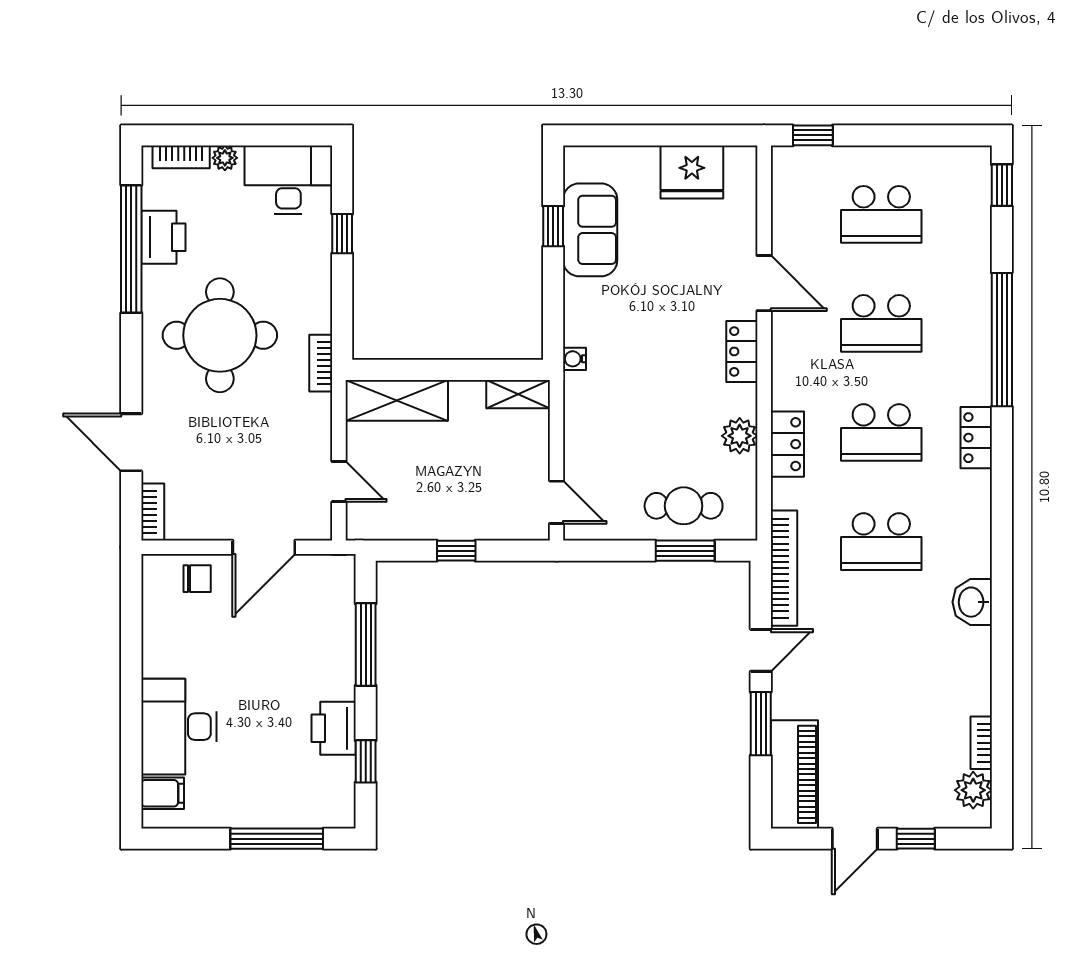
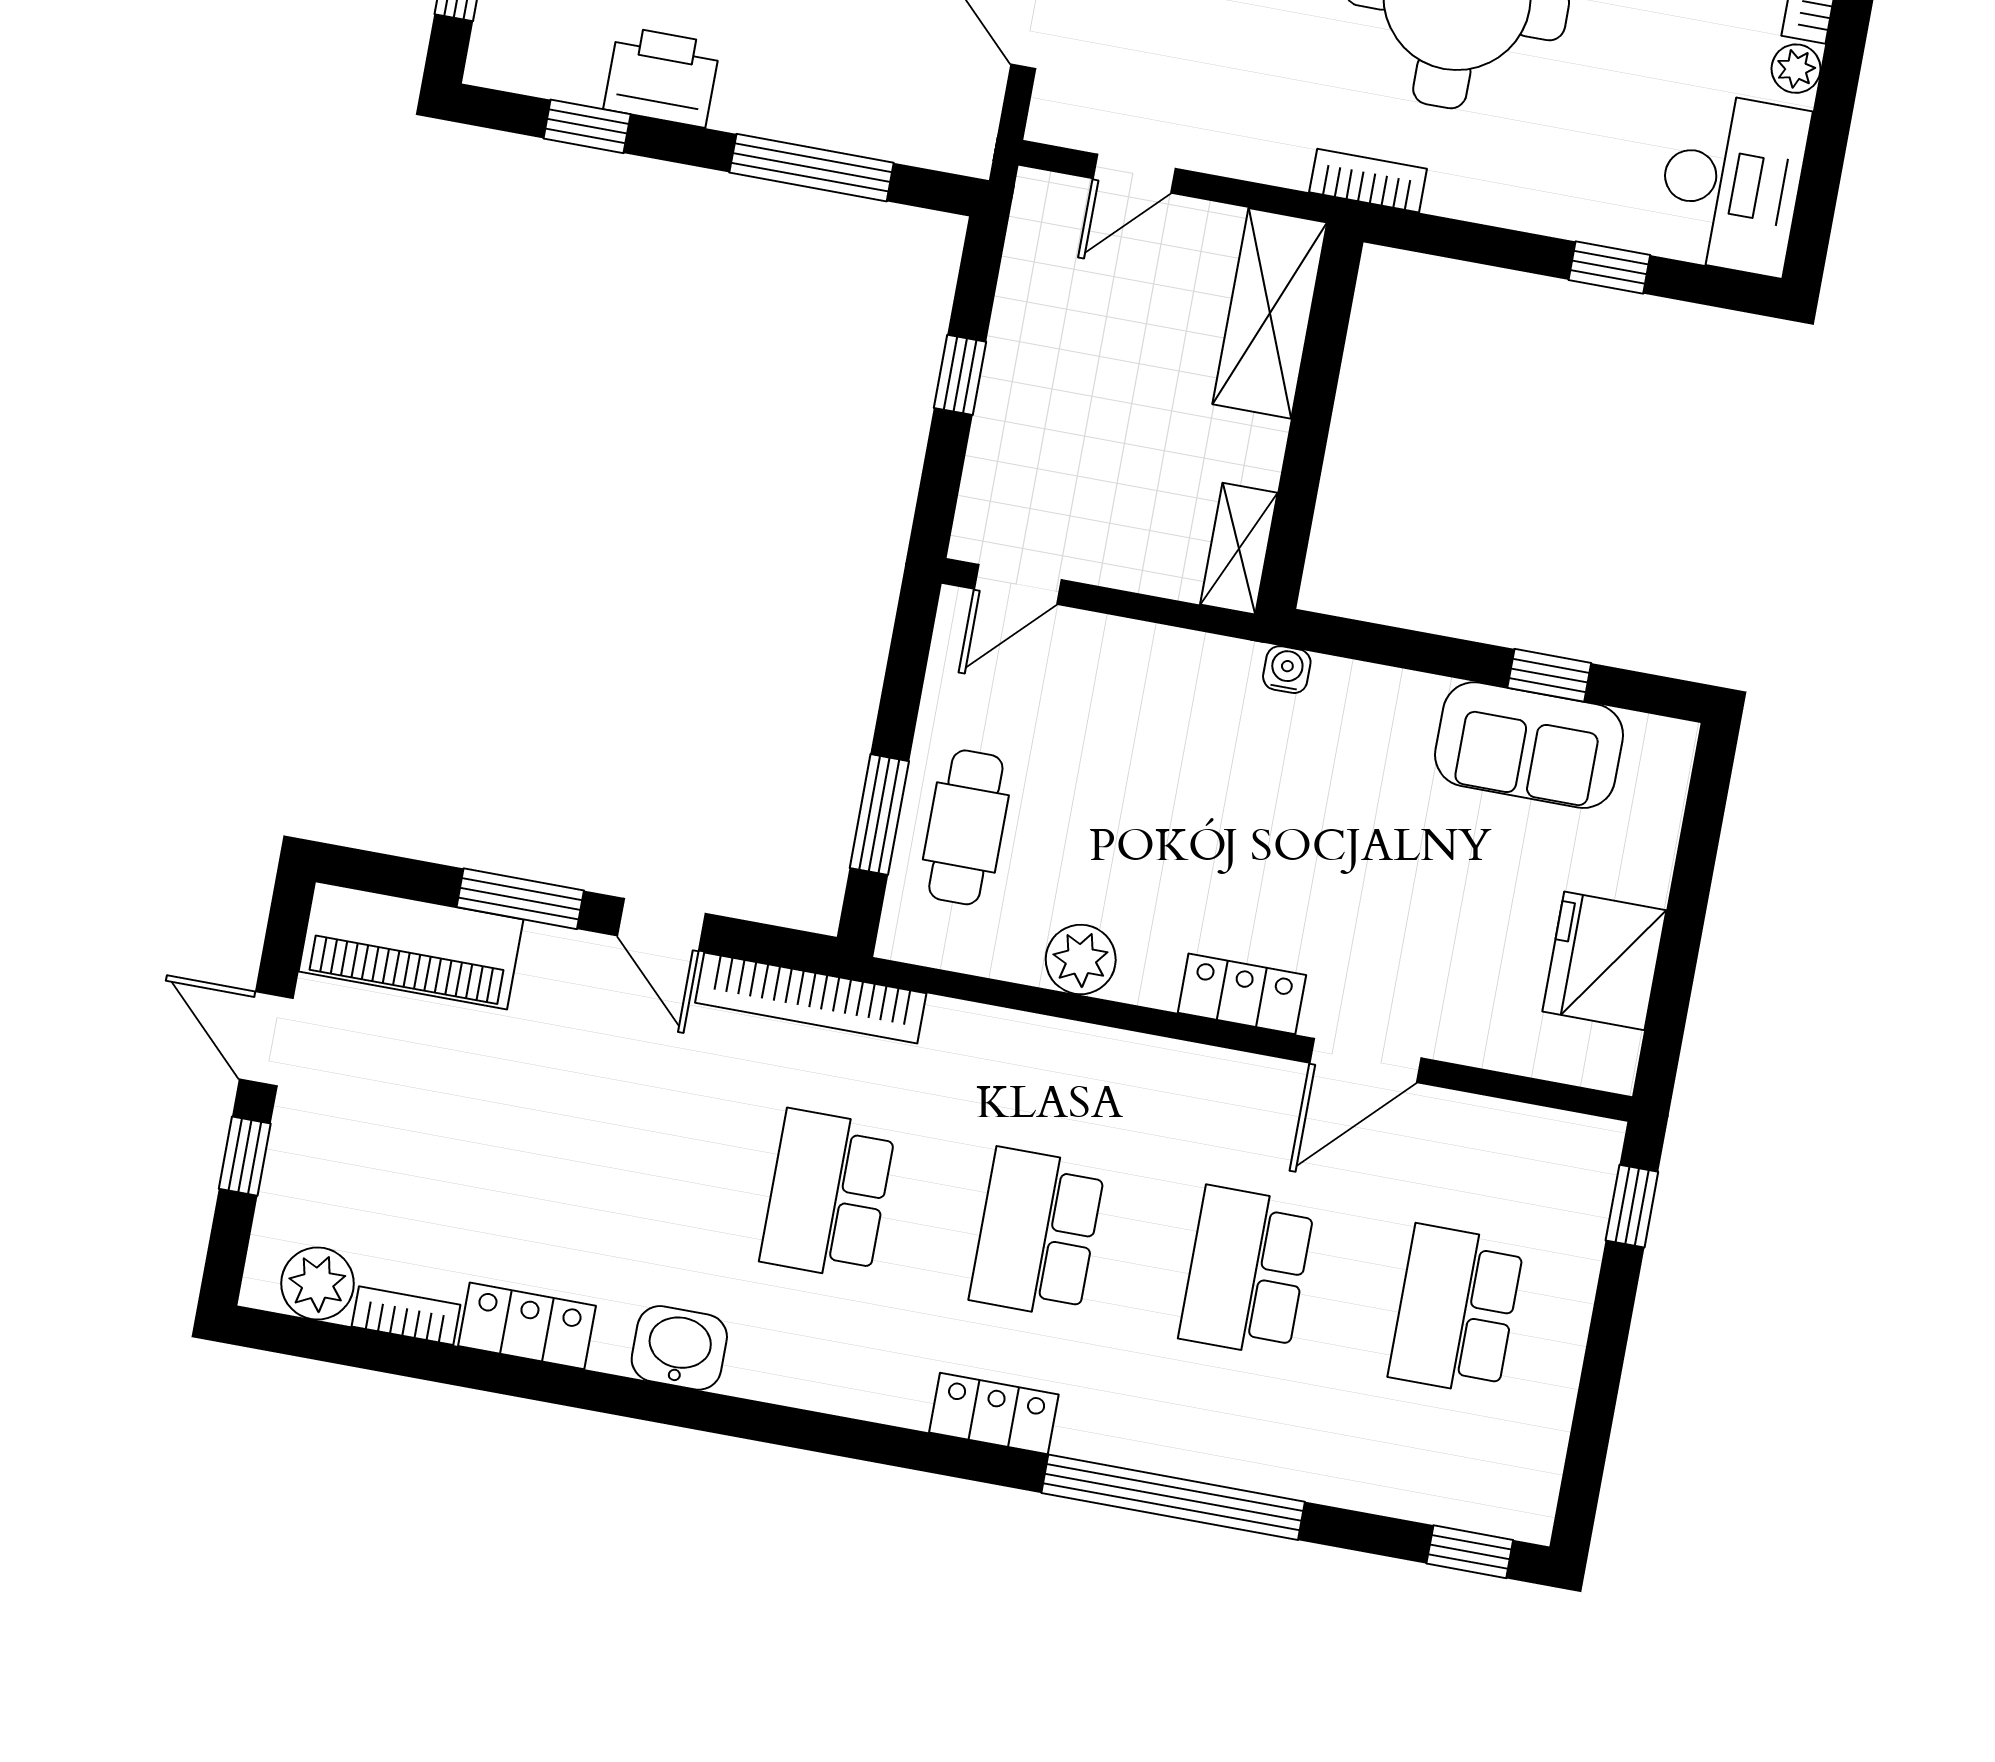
locker: (787, 444) -> (527, 1326), moved, turned 180

